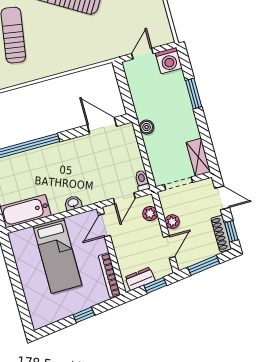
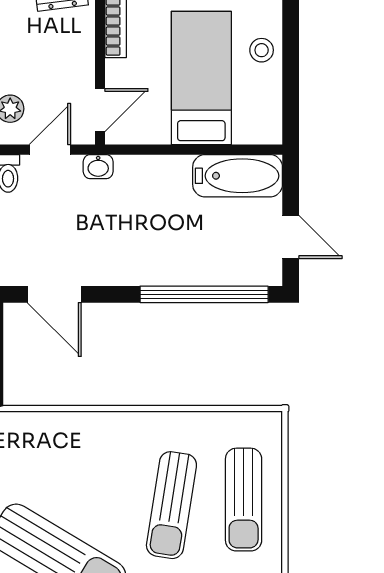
washbasin: (73, 203) -> (98, 167), moved
stool: (31, 278) -> (262, 50), added

